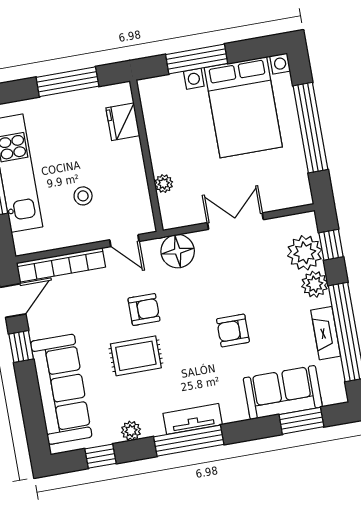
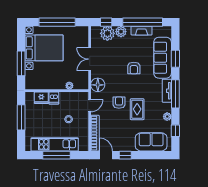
dishwasher: (128, 152) -> (54, 98), added
sofa: (61, 389) -> (151, 142), width x0.73
sofa: (283, 392) -> (163, 58), width x1.36
window: (301, 421) -> (175, 59), moved

